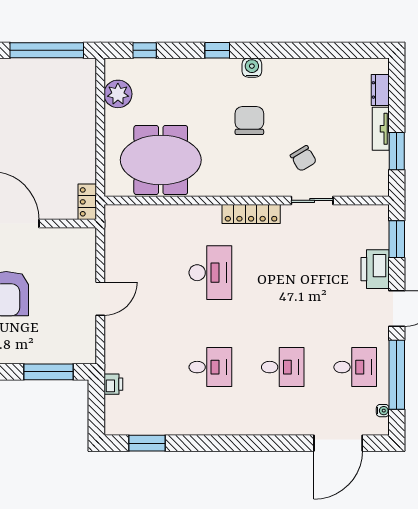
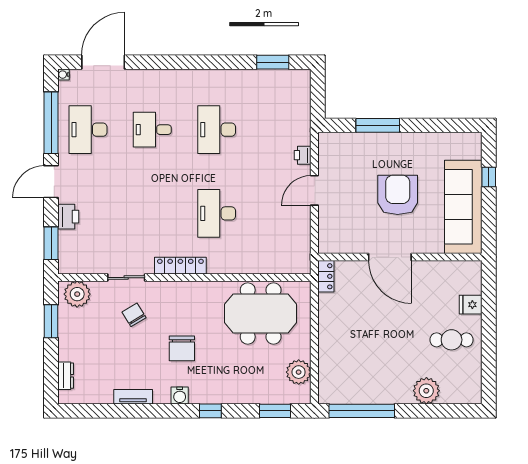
window: (145, 50) -> (275, 411), width x1.50
tv unit: (381, 129) -> (133, 397), moved, turned -90
plant: (367, 182) -> (77, 294), added
printer: (375, 269) -> (68, 217), width x0.73, depth x0.84
desk: (210, 367) -> (217, 130), width x1.37
desk: (355, 367) -> (88, 130), width x1.37
window: (48, 372) -> (378, 125), moved
printer: (113, 384) -> (303, 155), moved
water cooler: (383, 411) -> (63, 75), moved

